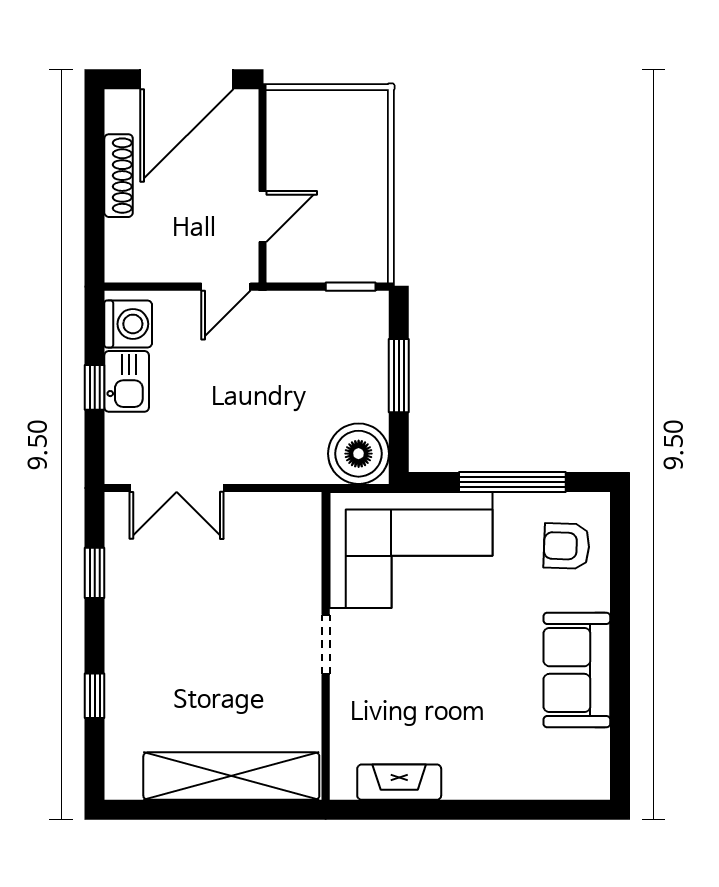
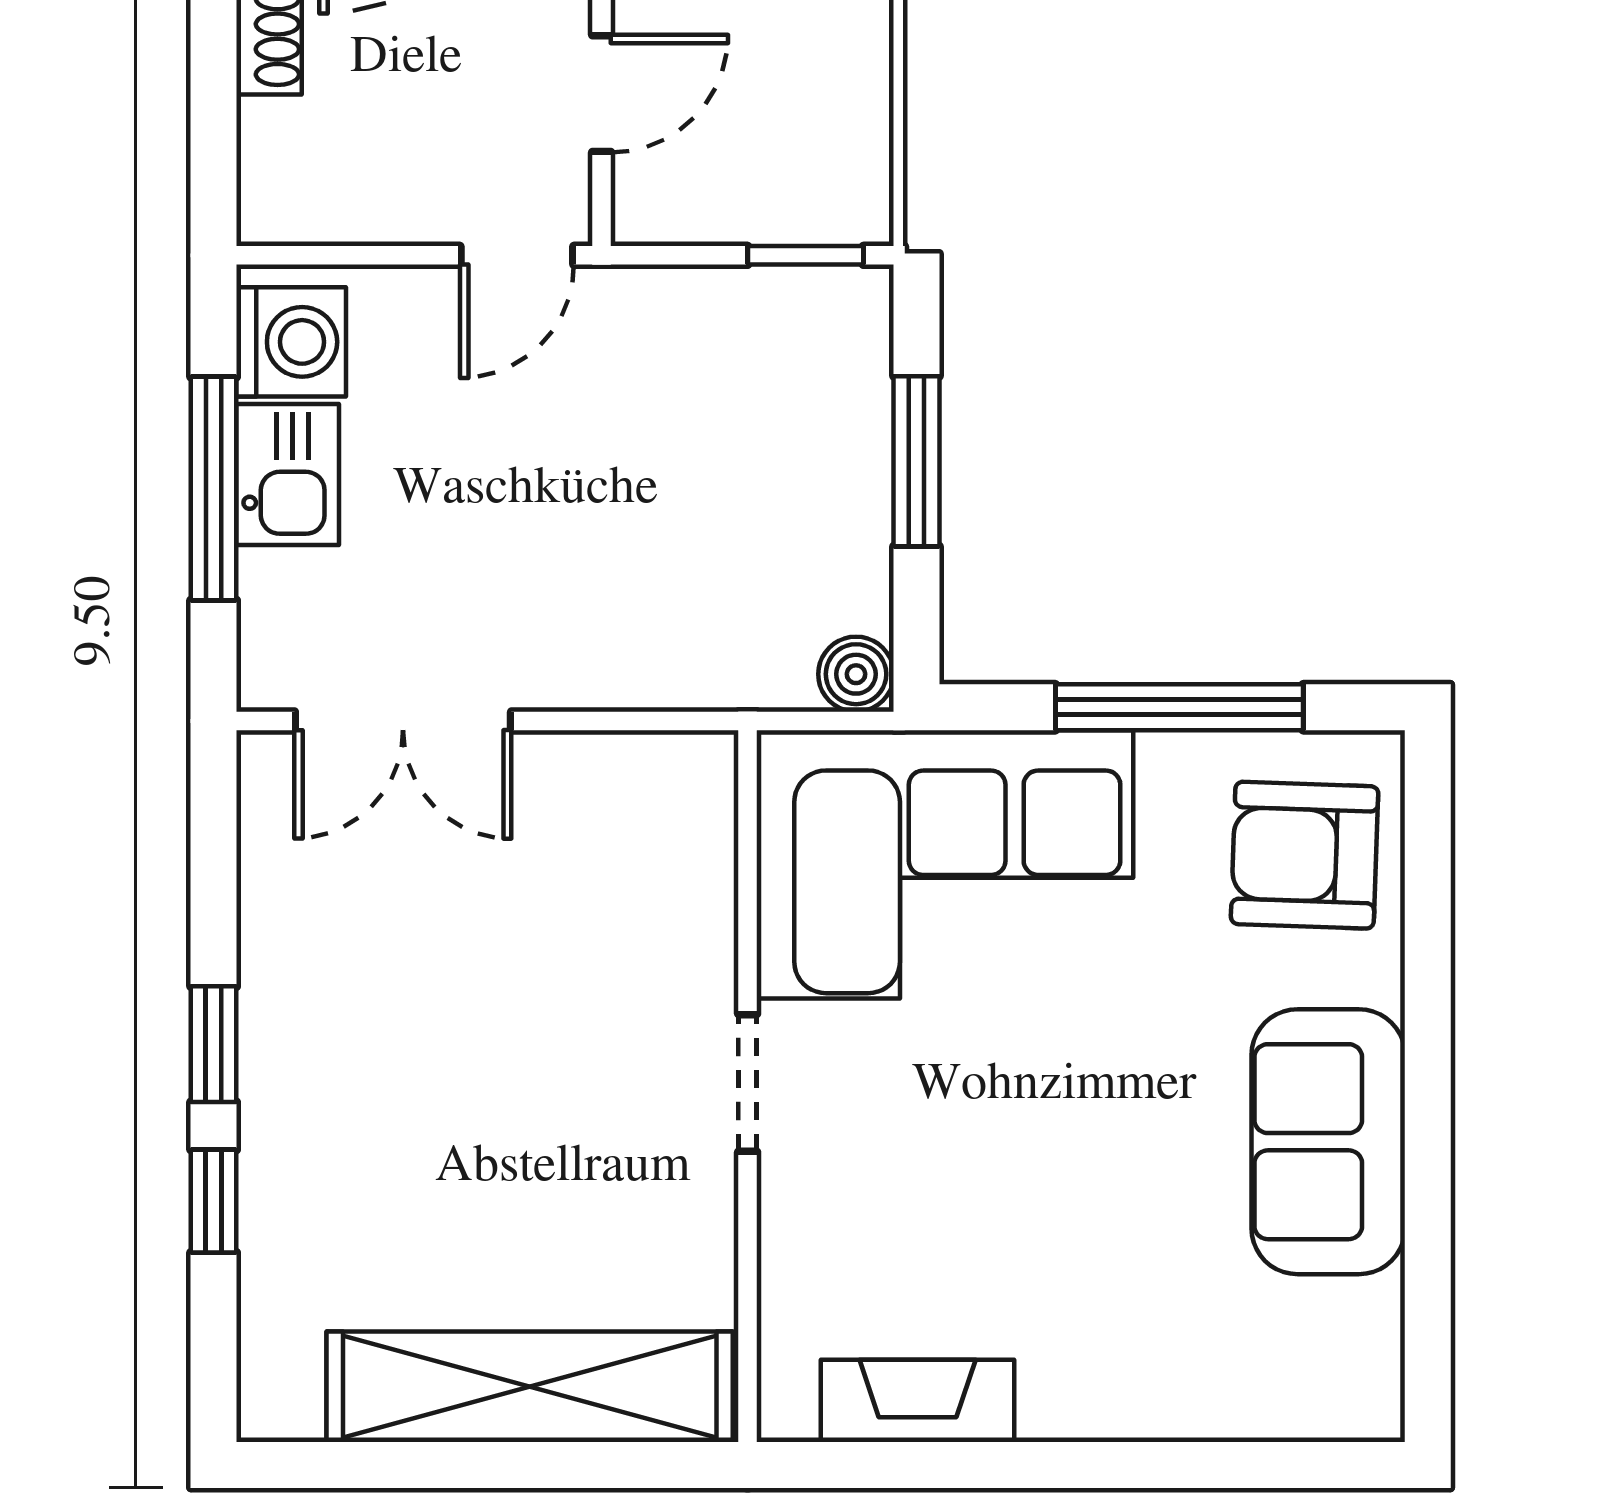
window: (95, 387) -> (214, 489), width x2.17
boiler: (359, 454) -> (856, 674), width x0.54, depth x0.54
armchair: (567, 546) -> (1305, 855), width x1.38, depth x1.38
window: (95, 573) -> (214, 1044), moved

